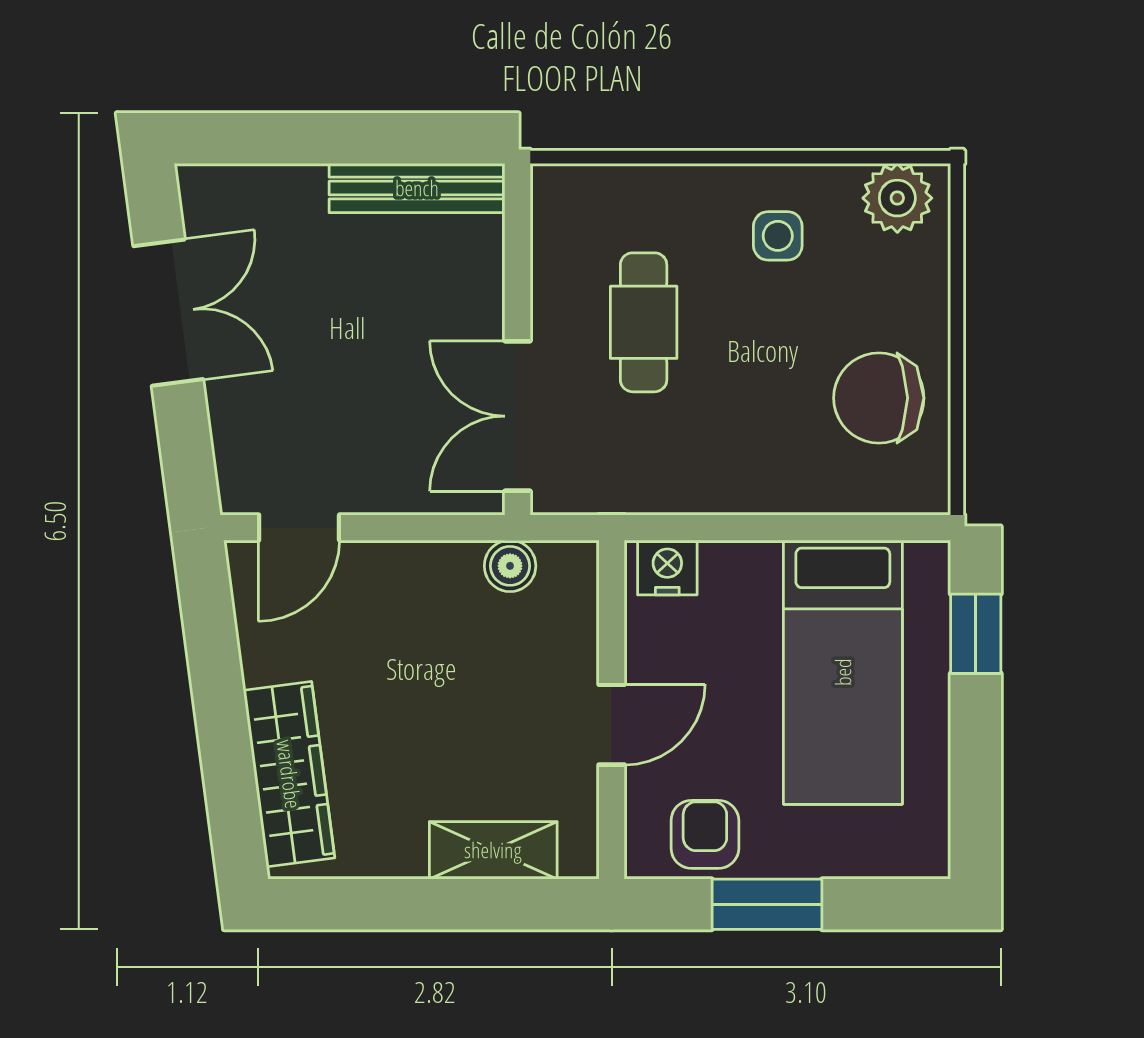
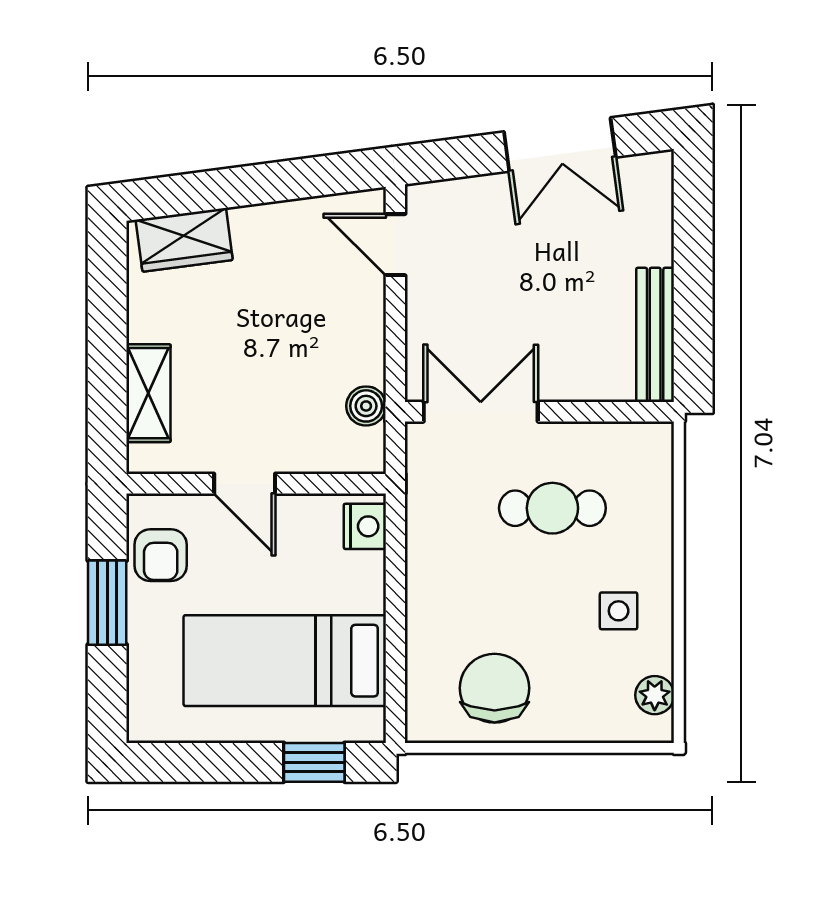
plant: (897, 198) -> (655, 695), width x0.73, depth x0.73
wardrobe: (289, 774) -> (184, 240), width x0.67
armchair: (705, 834) -> (161, 555), turned 90

